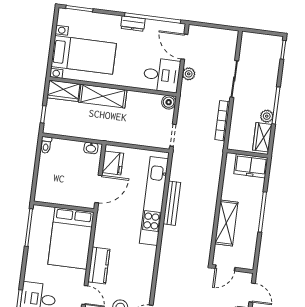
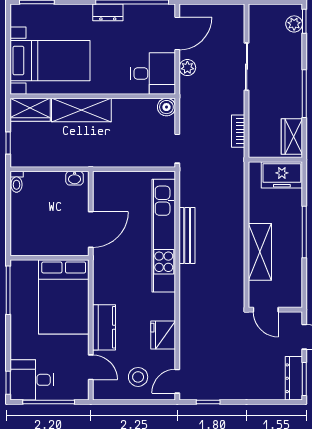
door: (184, 47) -> (177, 34), swing flipped
plant: (267, 116) -> (294, 24), moved
bookcase: (222, 121) -> (238, 131), width x0.64
fridge: (113, 163) -> (163, 335), moved, turned 180
door: (225, 268) -> (266, 310), hinge flipped

